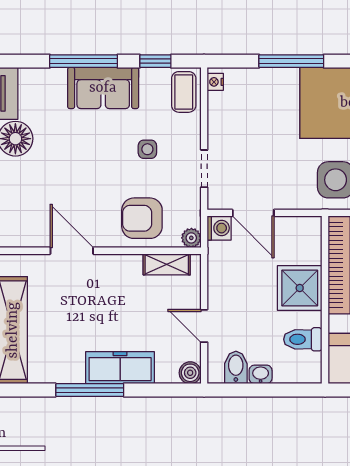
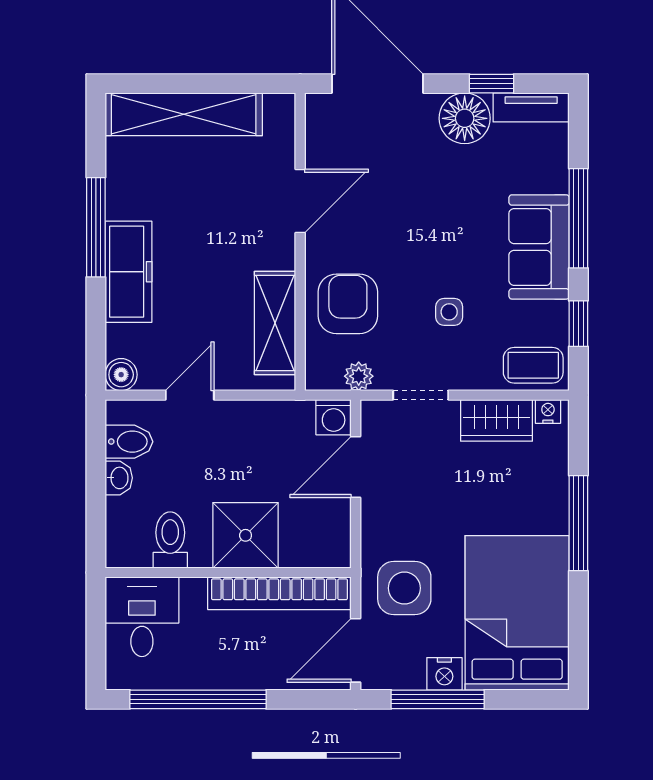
wardrobe: (221, 117) -> (496, 420), added
plant: (191, 238) -> (359, 376), moved
shelving: (167, 264) -> (275, 323), width x1.50, depth x1.33

